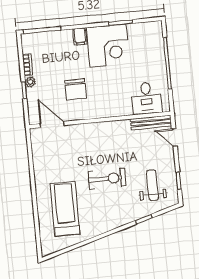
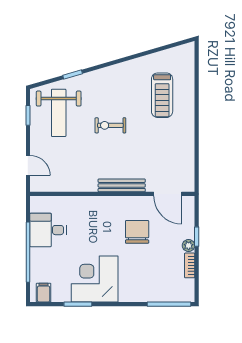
filing cabinet: (80, 36) -> (44, 293), moved
desk: (146, 98) -> (48, 230), moved, turned -90
bench: (151, 123) -> (122, 185), moved
exercise bike: (107, 179) -> (110, 125), width x0.73, depth x0.72
weight bench: (152, 185) -> (59, 113), width x1.36, depth x1.33
treadmill: (65, 209) -> (162, 95), width x0.73, depth x0.73

